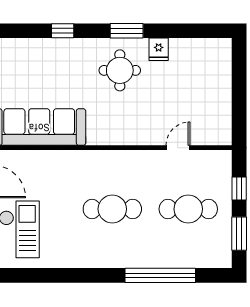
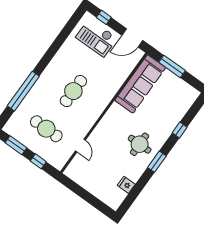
fridge: (159, 49) -> (126, 185), moved
cafe table: (188, 209) -> (46, 129), turned 90

